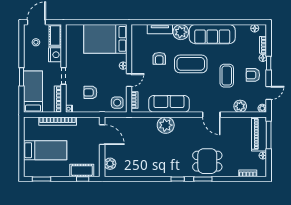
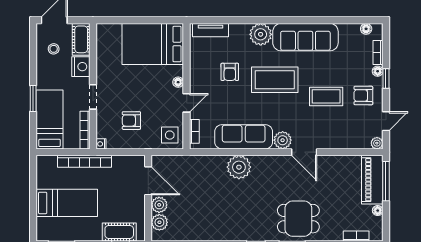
tv unit: (160, 29) -> (210, 30), moved
coffee table: (227, 76) -> (326, 96), turned 90
plant: (240, 106) -> (283, 140), moved
plant: (110, 152) -> (159, 205), added

